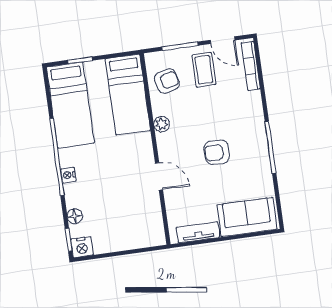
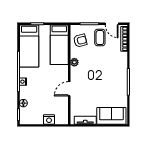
armchair: (217, 152) -> (101, 81), removed
door: (159, 176) -> (69, 89), swing flipped
nightstand: (82, 247) -> (49, 119), moved

